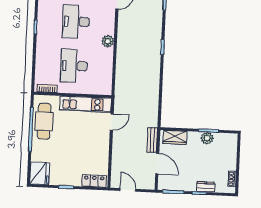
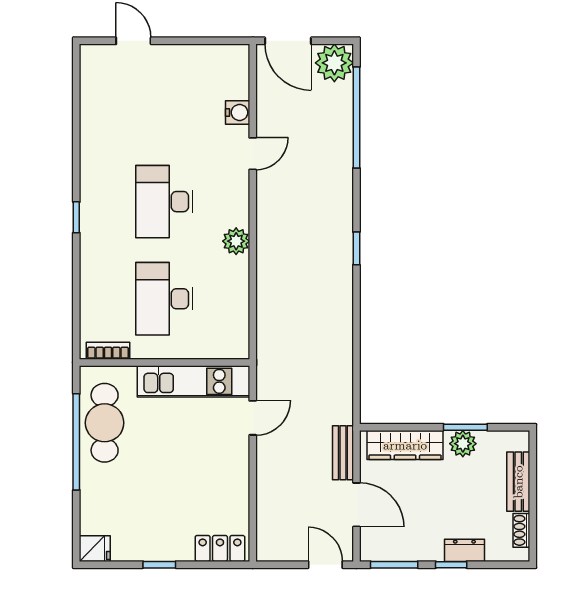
wardrobe: (175, 137) -> (405, 445), width x1.50
bench: (232, 157) -> (518, 482), added
fridge: (40, 173) -> (95, 549), width x0.53, depth x0.75
door: (128, 190) -> (325, 565), moved

